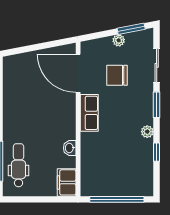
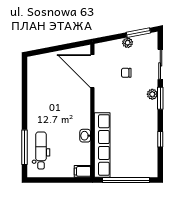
chair: (117, 75) -> (126, 73), width x0.54, depth x0.54
row of seats: (89, 113) -> (102, 145), moved, width x2.02
plant: (147, 132) -> (152, 94), moved
filing cabinet: (67, 182) -> (82, 171), width x0.50

